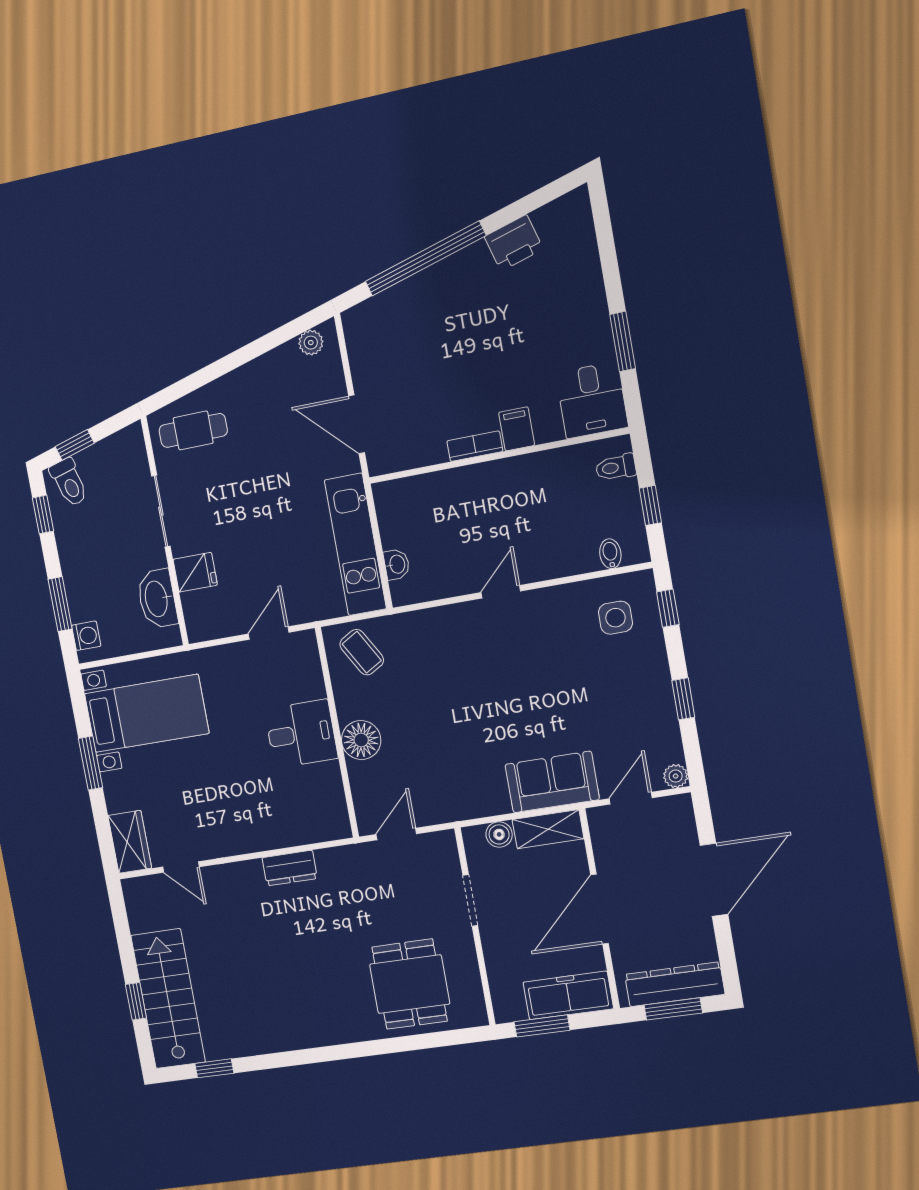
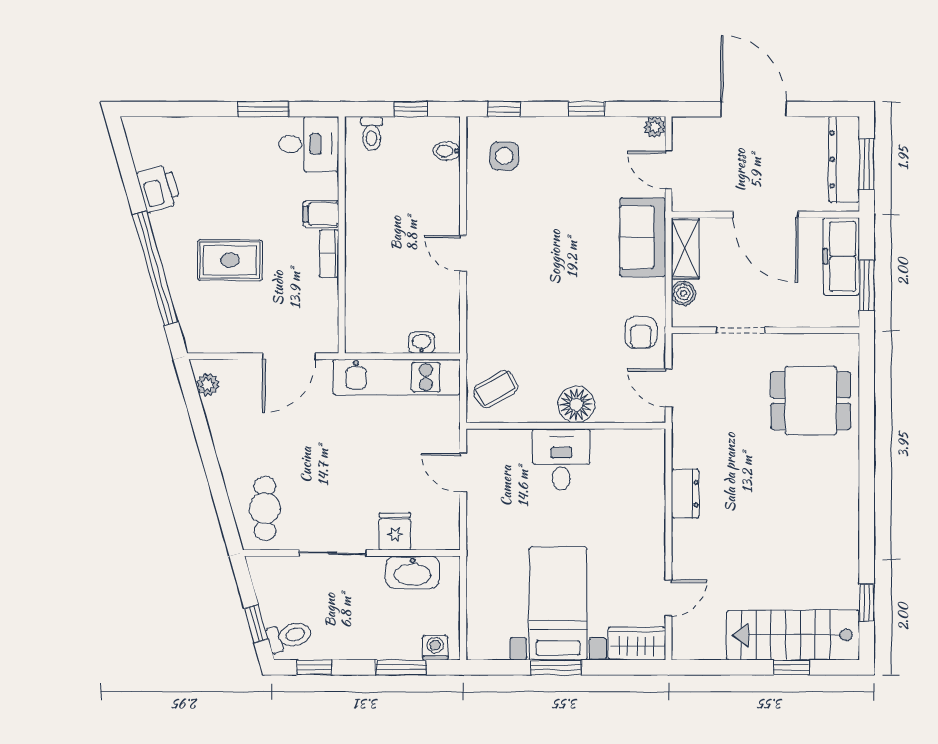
rug: (449, 339) -> (230, 260), added
bed with nightstands: (147, 713) -> (558, 603), moved
armchair: (449, 796) -> (641, 333), added

